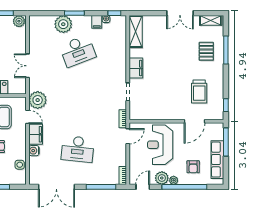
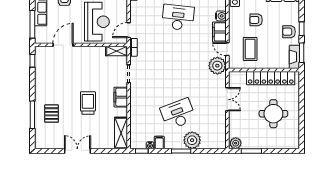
shelving: (211, 20) -> (117, 51), moved
trolley: (199, 92) -> (88, 103), moved

